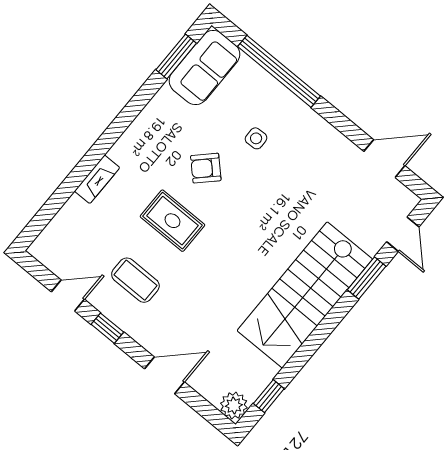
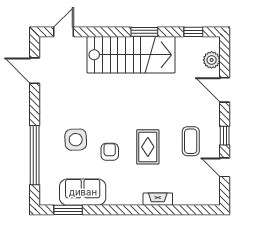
sofa: (204, 67) -> (83, 192), moved
side table: (256, 138) -> (76, 140), width x1.87, depth x1.87
armchair: (206, 168) -> (110, 152), turned -135
window: (367, 278) -> (144, 32), moved
plant: (234, 405) -> (212, 60), moved

